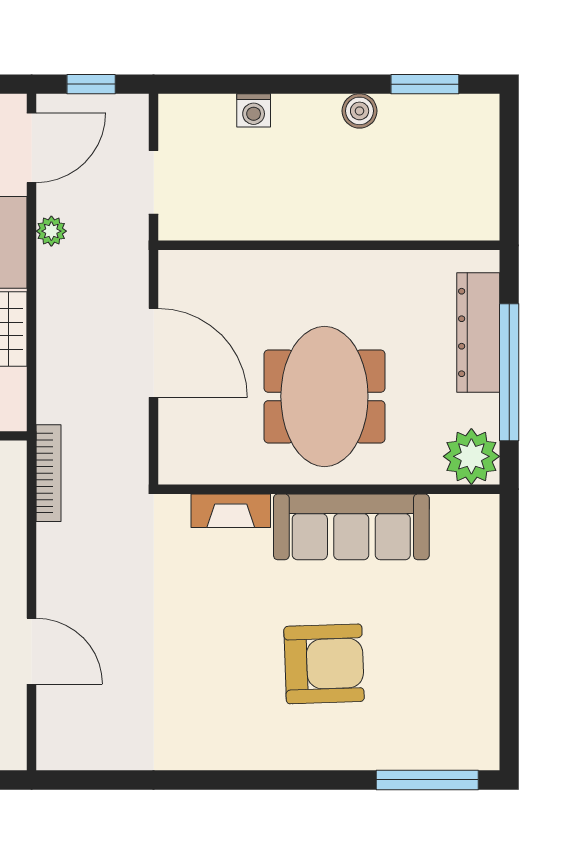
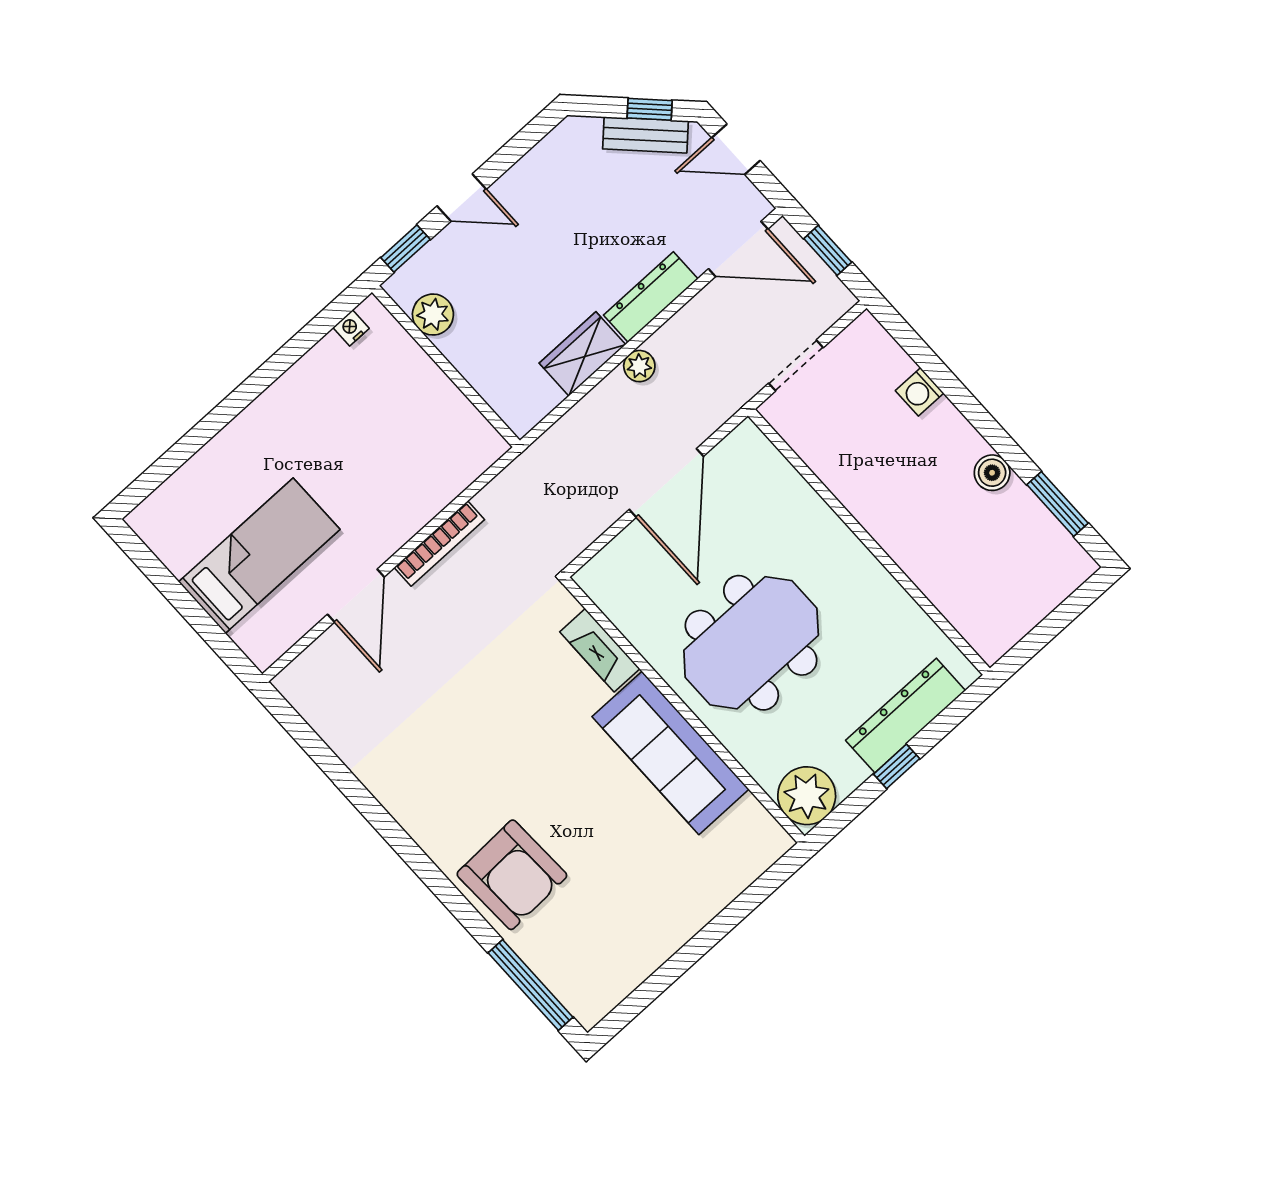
plant: (51, 231) -> (639, 366), moved
window: (509, 372) -> (897, 766), width x0.32
bookcase: (49, 473) -> (439, 544), moved
armchair: (324, 664) -> (512, 875), moved

